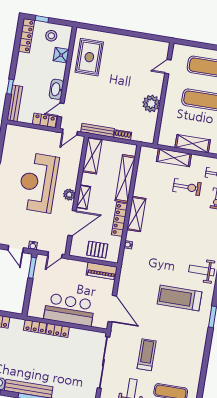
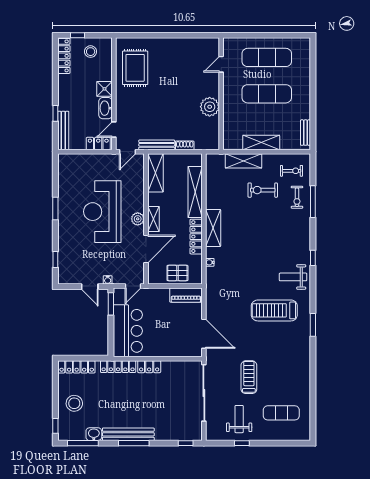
shower: (61, 55) -> (104, 89), moved
exercise bike: (187, 187) -> (263, 190), turned 180
bar counter: (69, 310) -> (128, 331), moved, turned 90
locker: (35, 327) -> (118, 367), width x1.53

